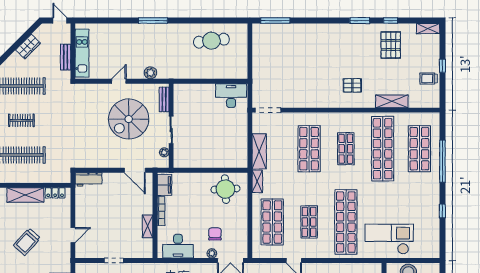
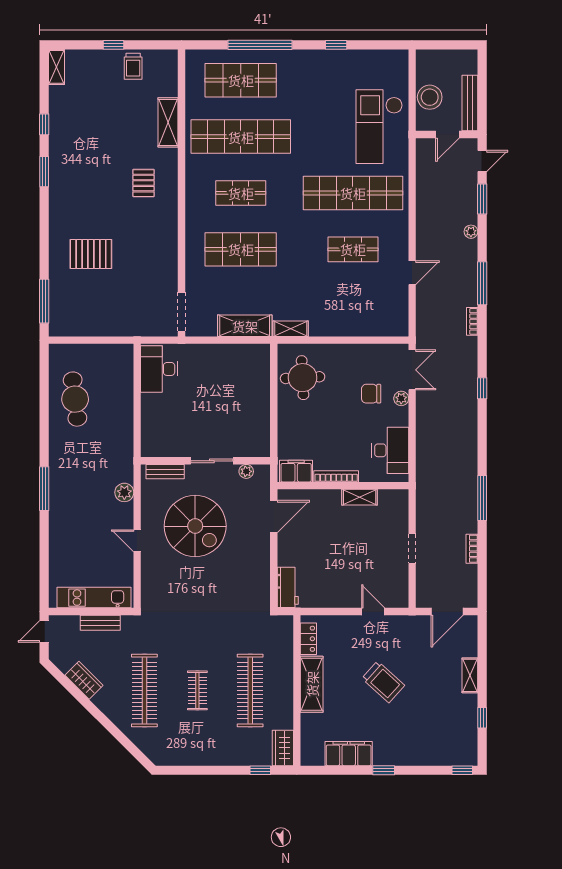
pallet: (391, 45) -> (91, 254), moved
shop shelf: (272, 222) -> (353, 306), removed

